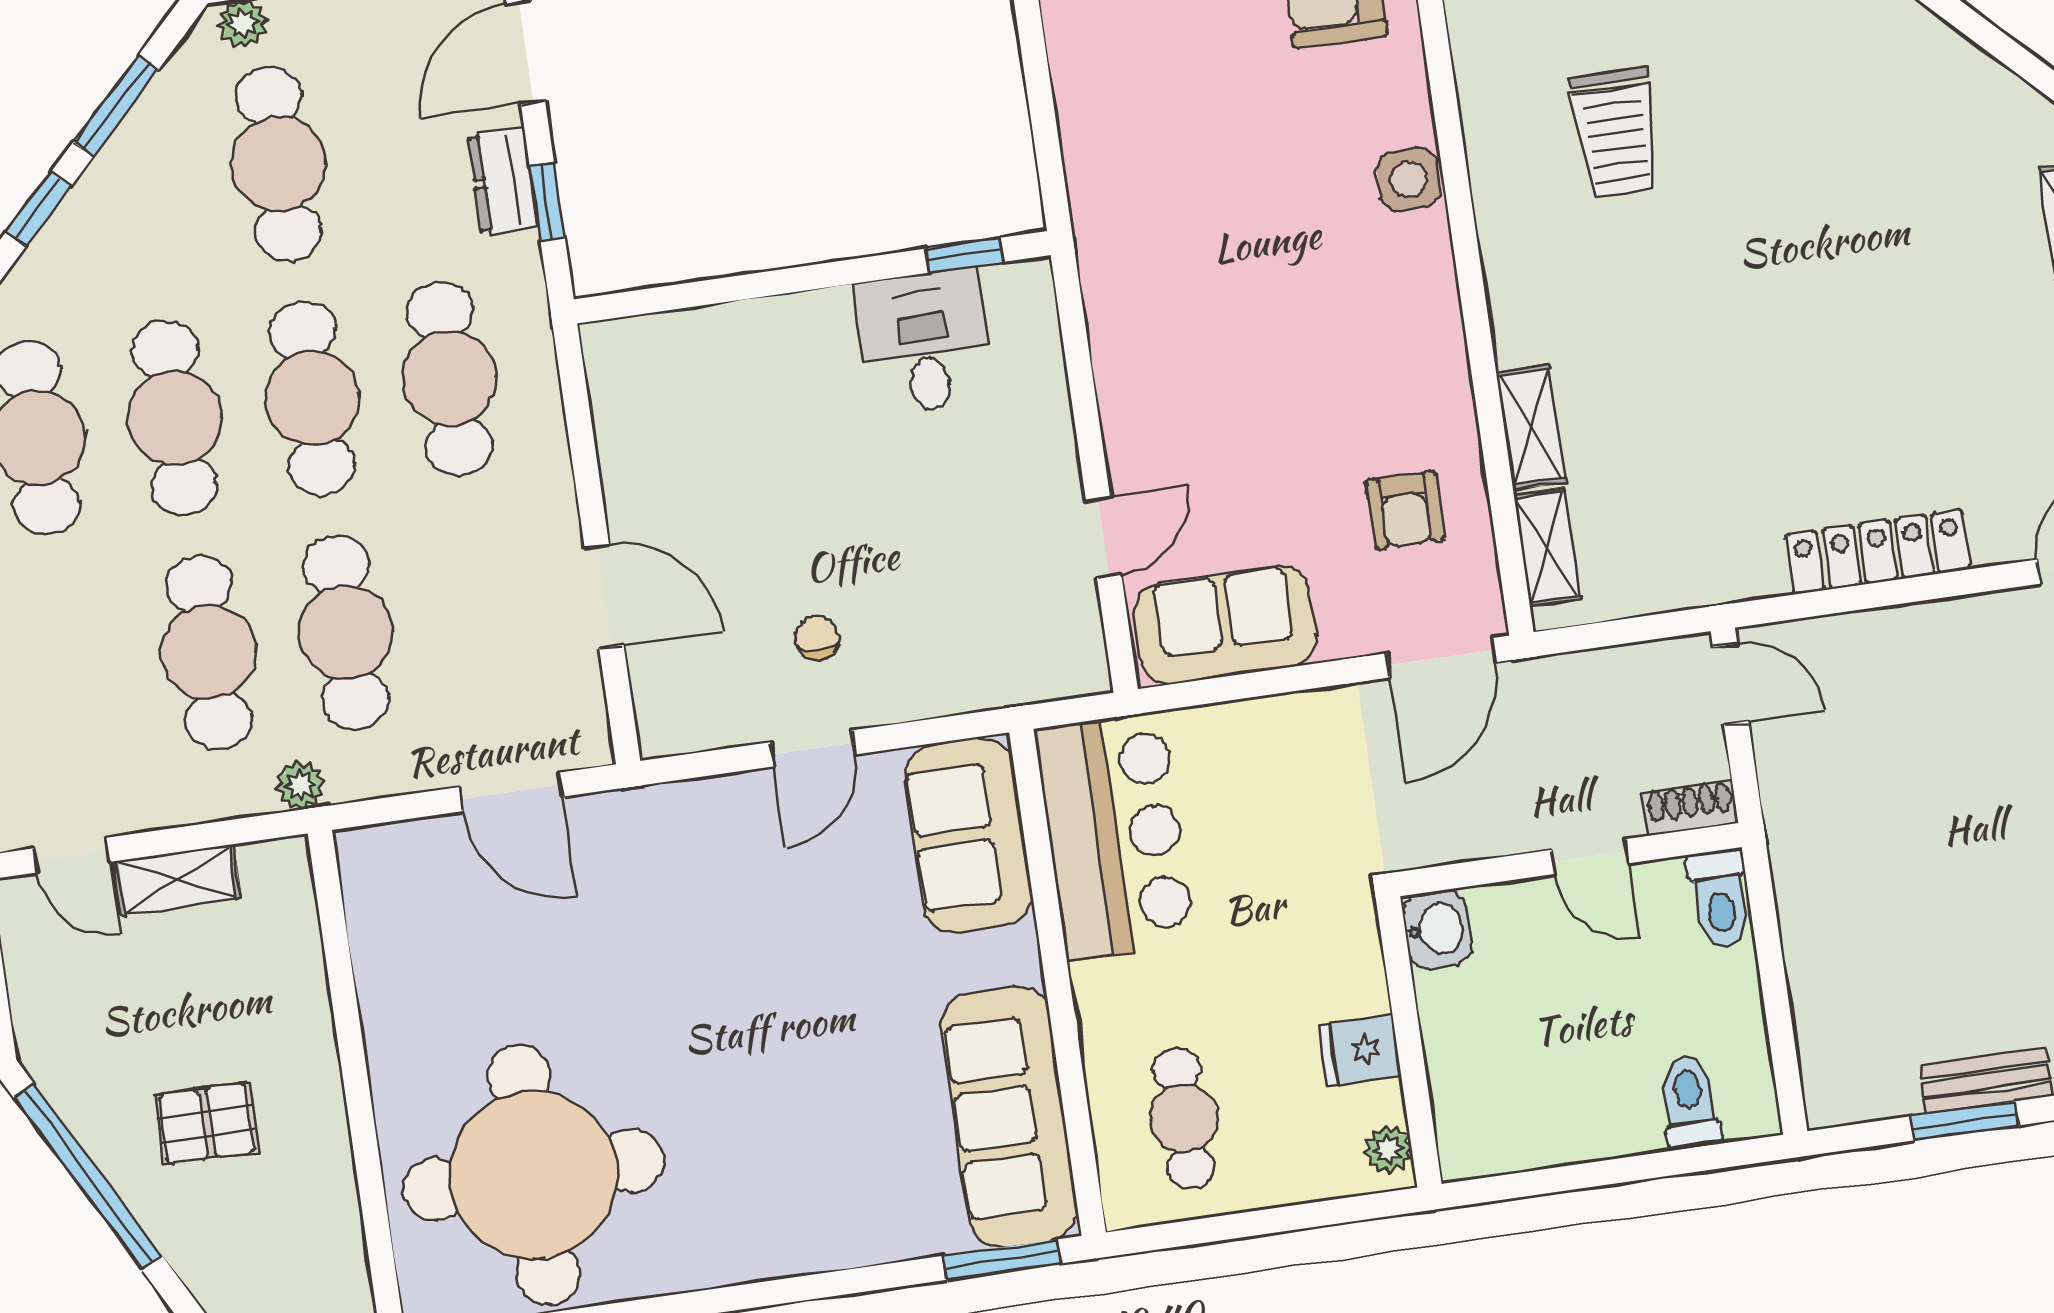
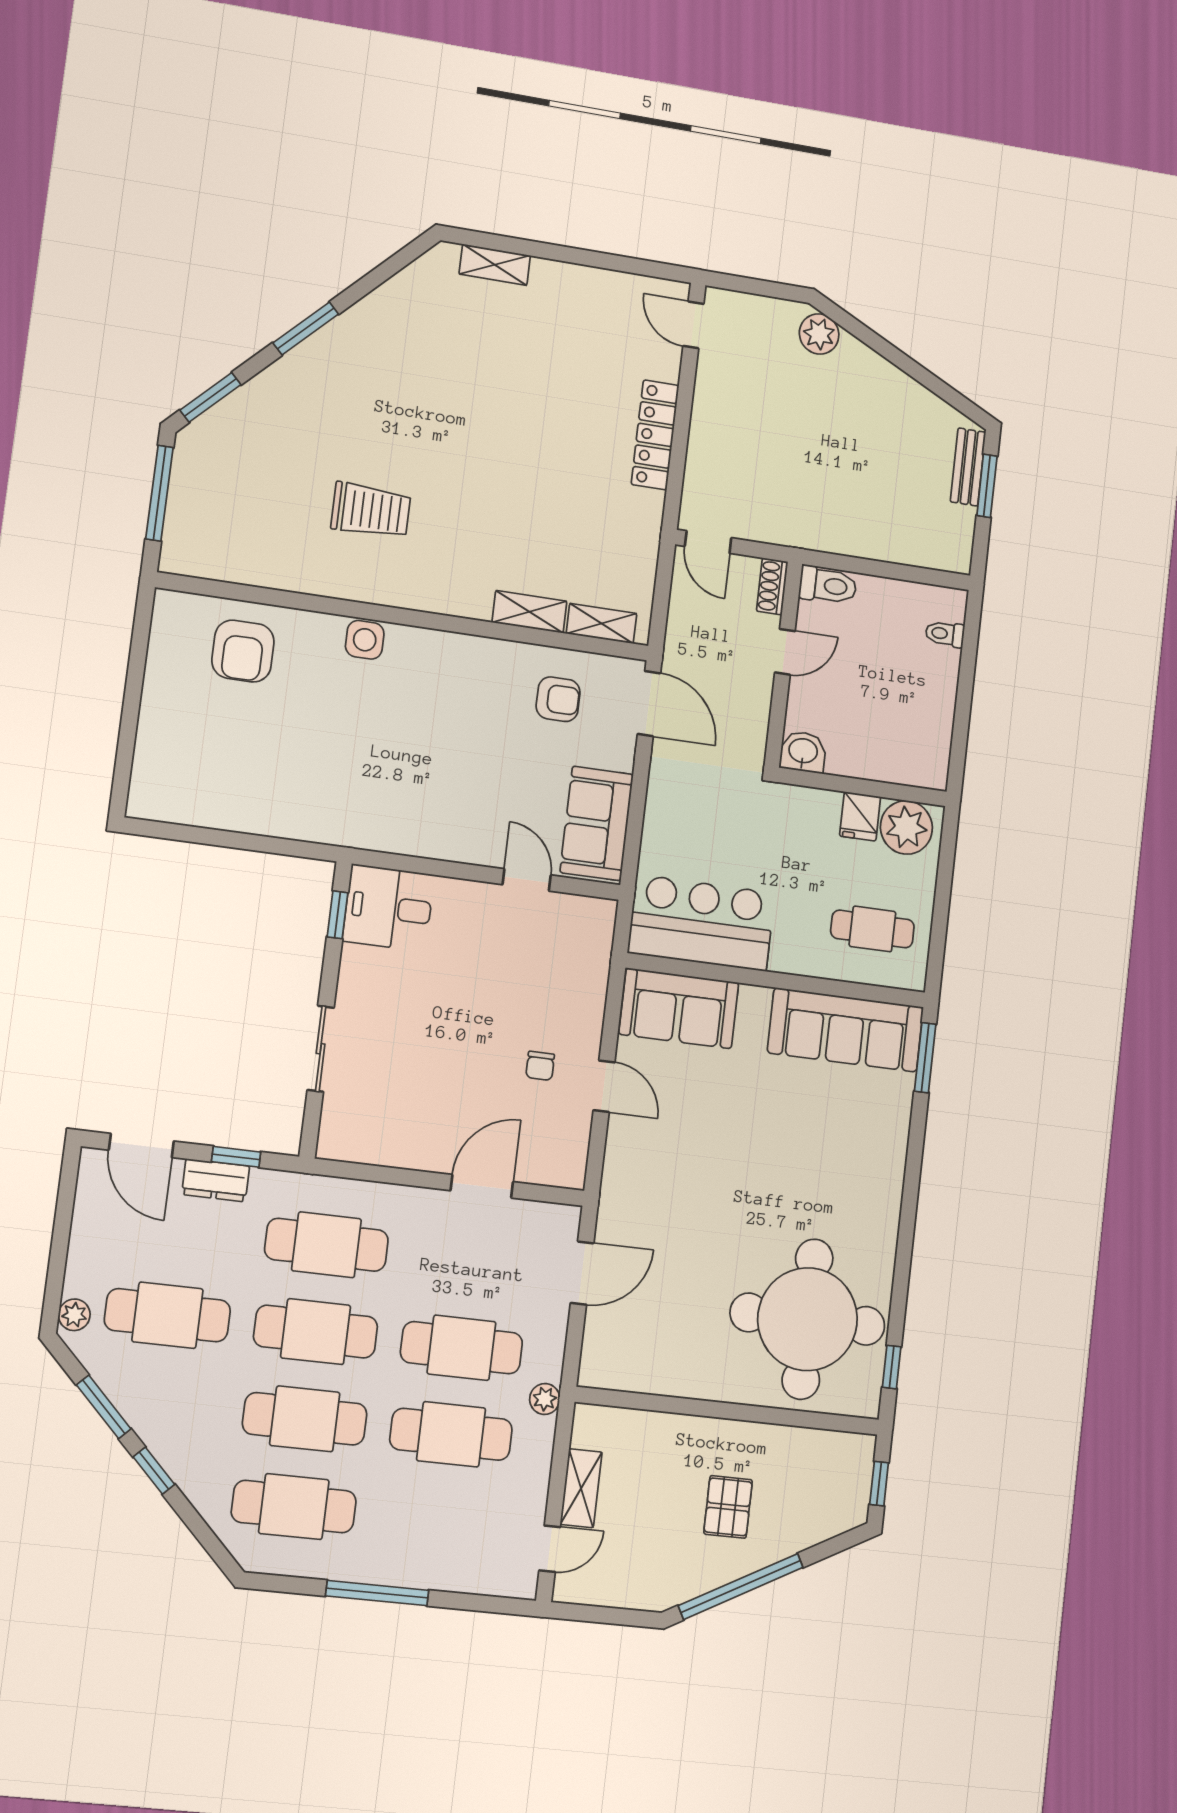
sliding door: (749, 286) -> (321, 1049), added
desk: (924, 342) -> (388, 908), moved
chair: (817, 638) -> (540, 1066), turned -90
door: (1731, 684) -> (708, 542), swing flipped
toilet: (1690, 1102) -> (945, 634), width x0.73, depth x0.72
plant: (1388, 1150) -> (906, 827), width x1.87, depth x1.87

